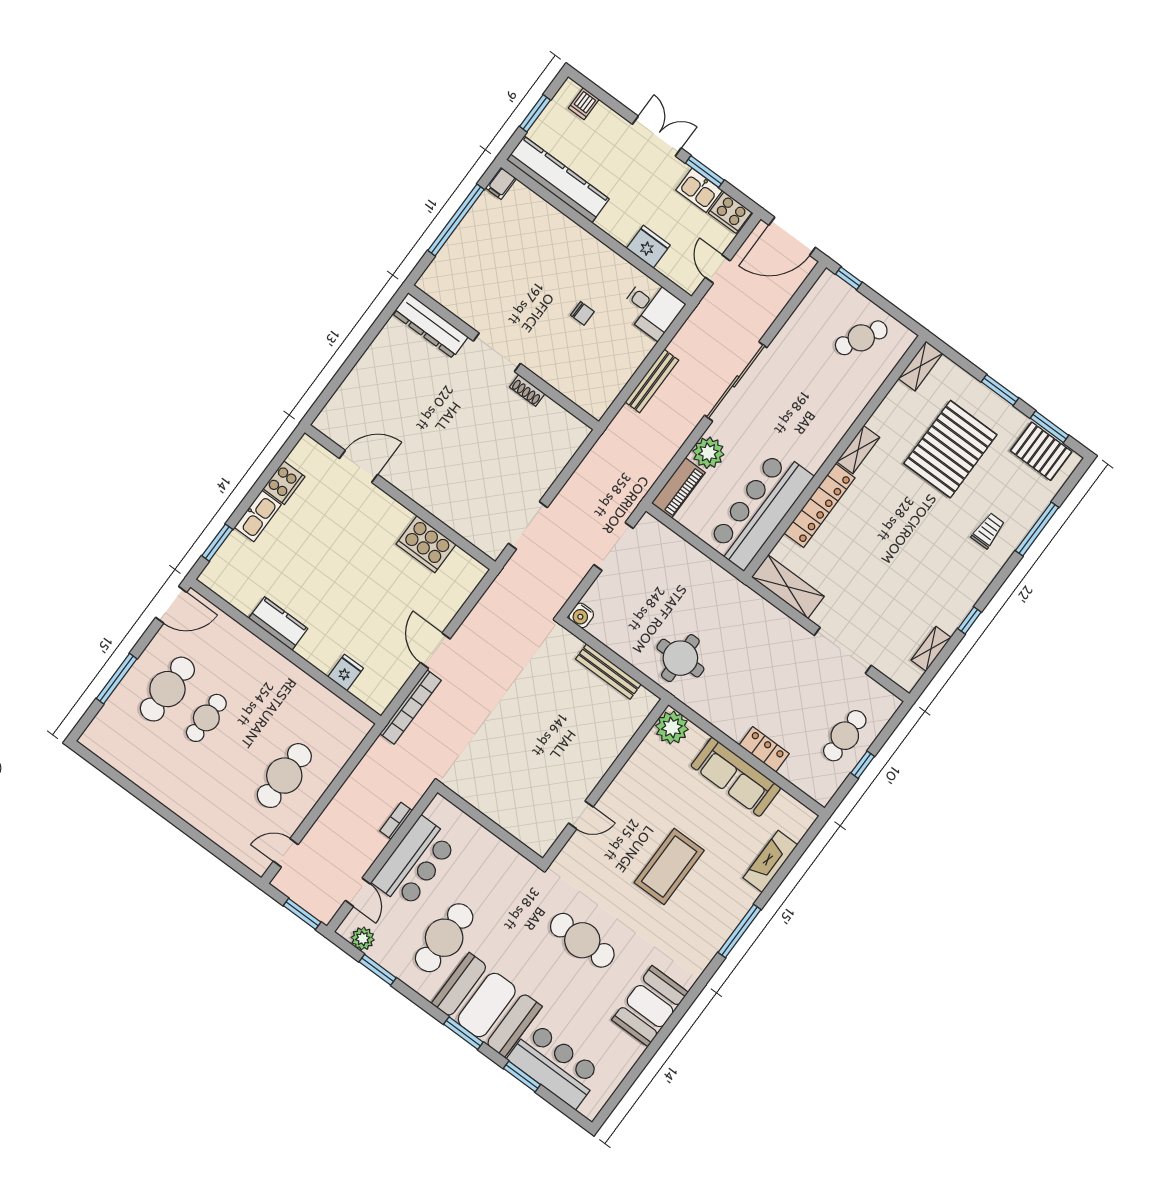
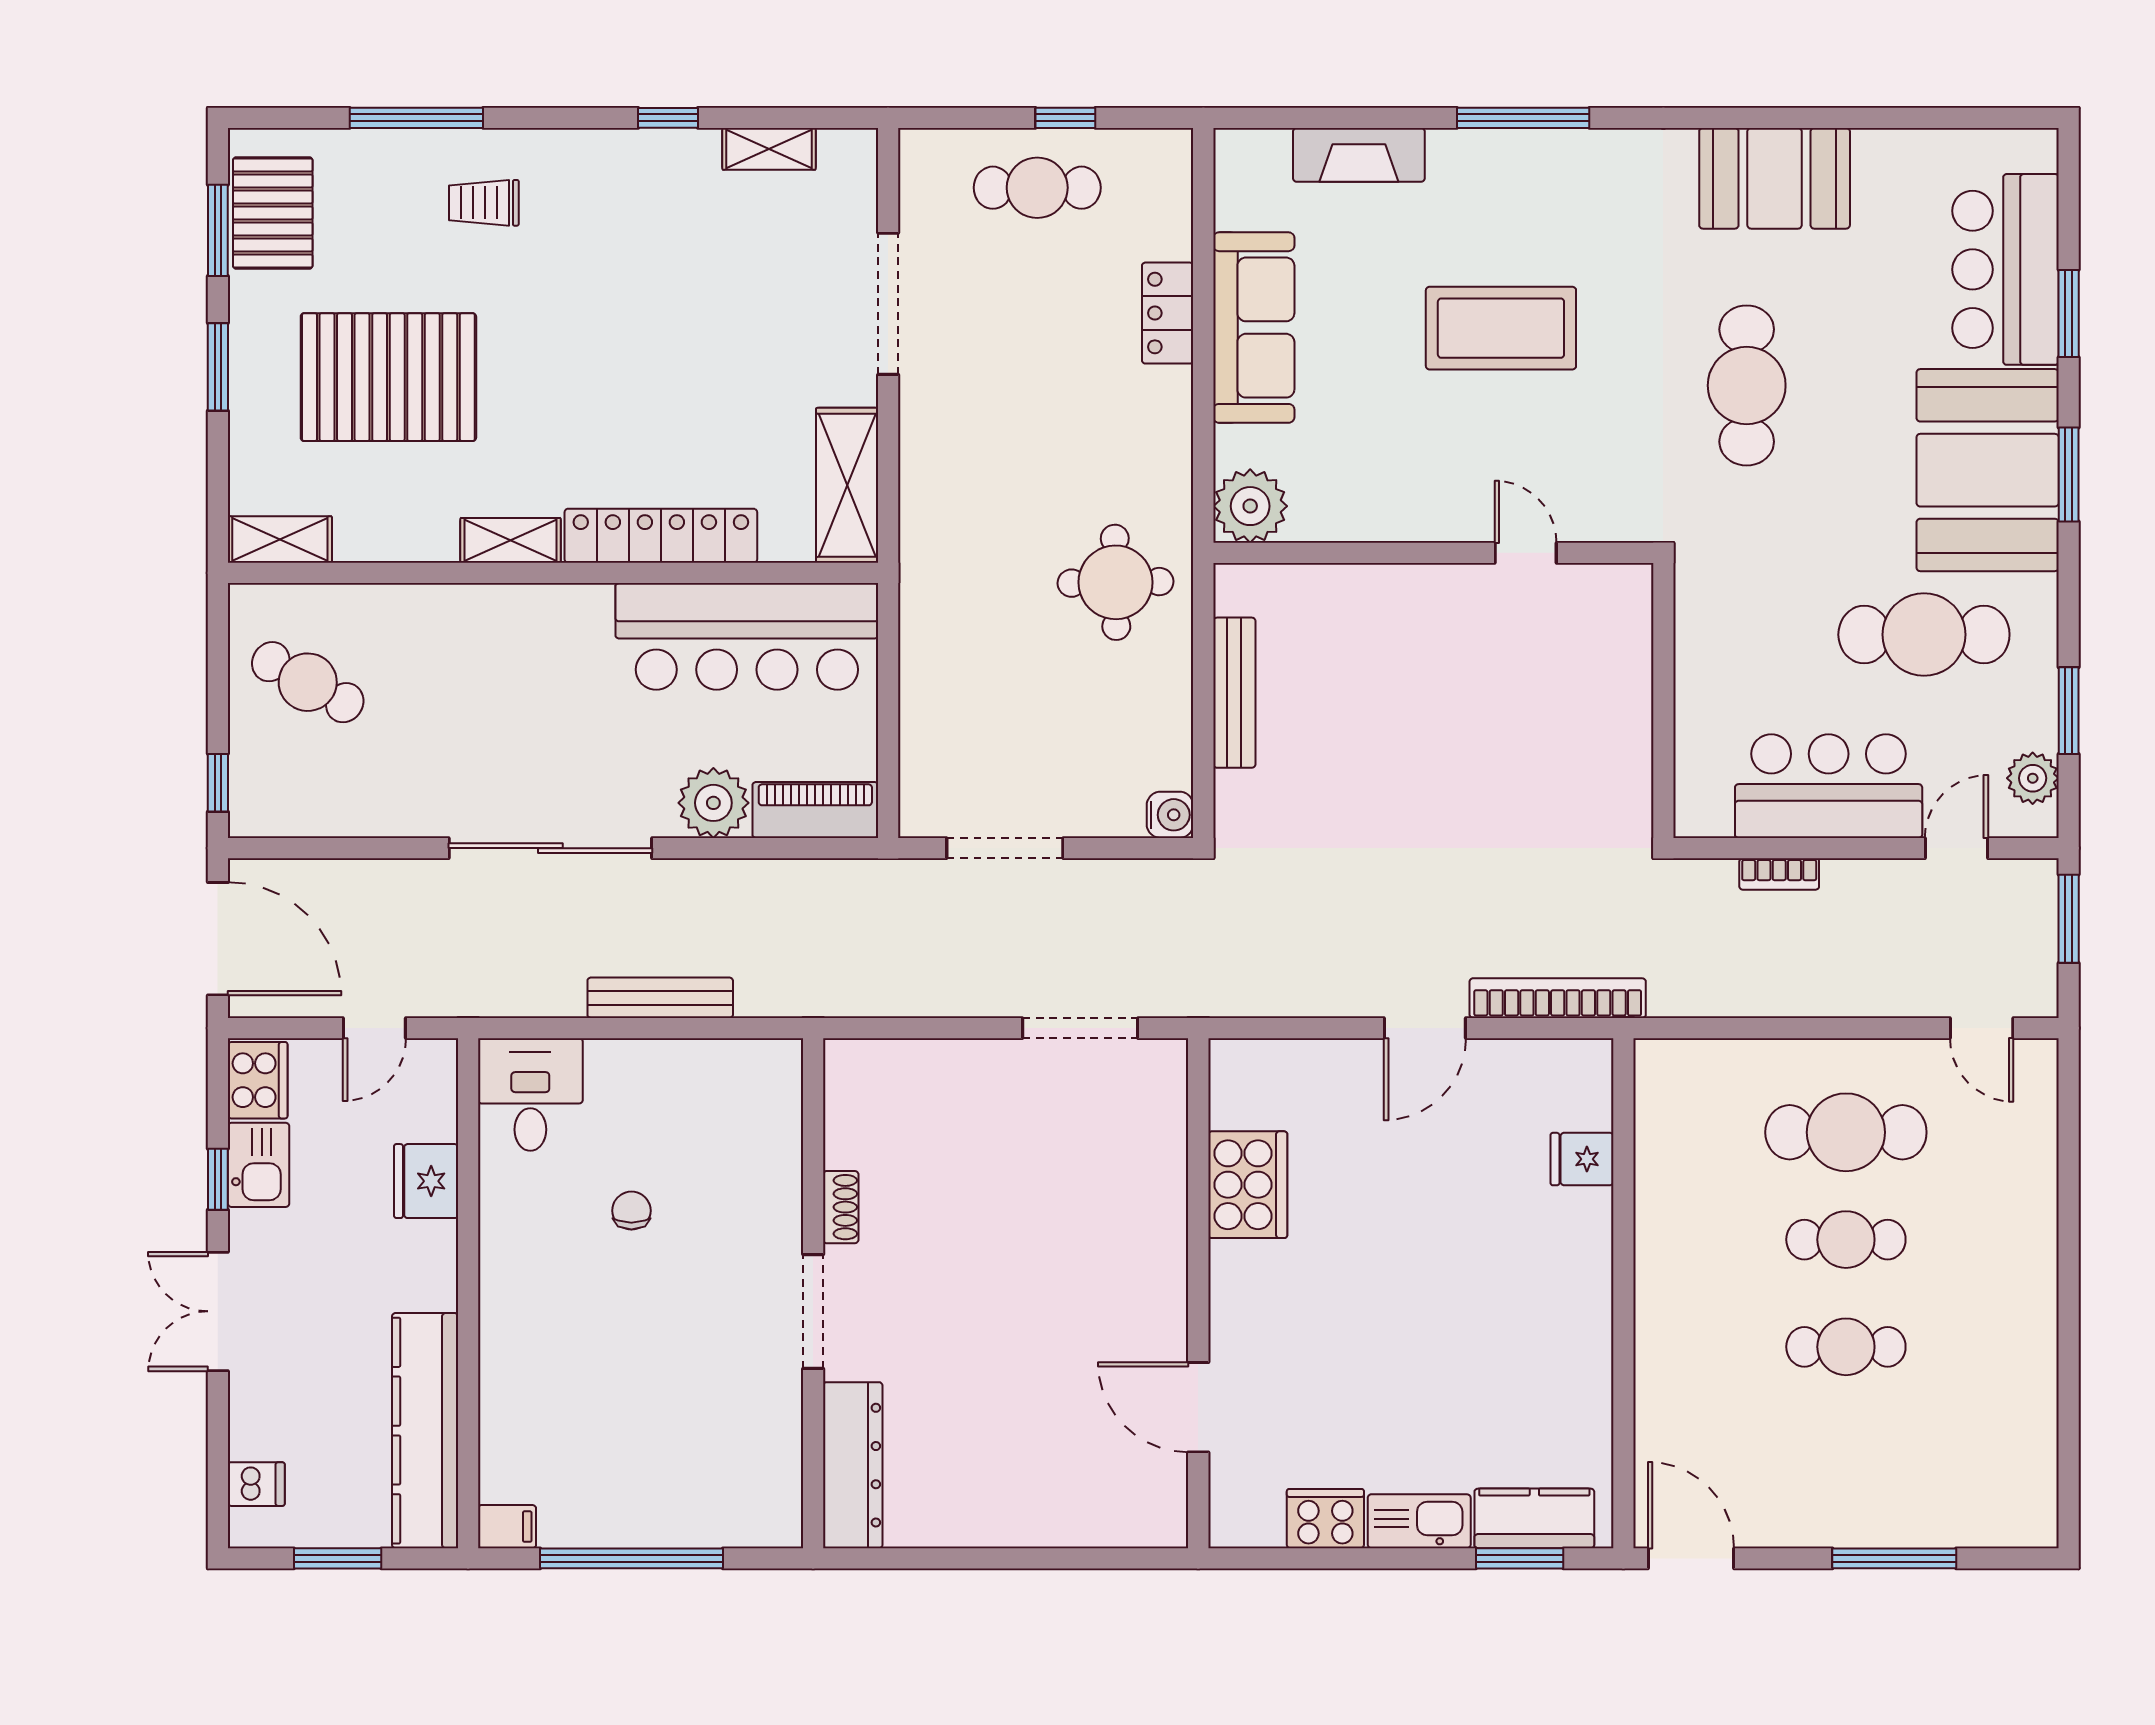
window: (705, 172) -> (218, 1179), width x0.67
kitchen counter: (278, 624) -> (1534, 1518), moved, turned 90
cafe table: (167, 689) -> (1846, 1240), moved, width x0.73, depth x0.74

